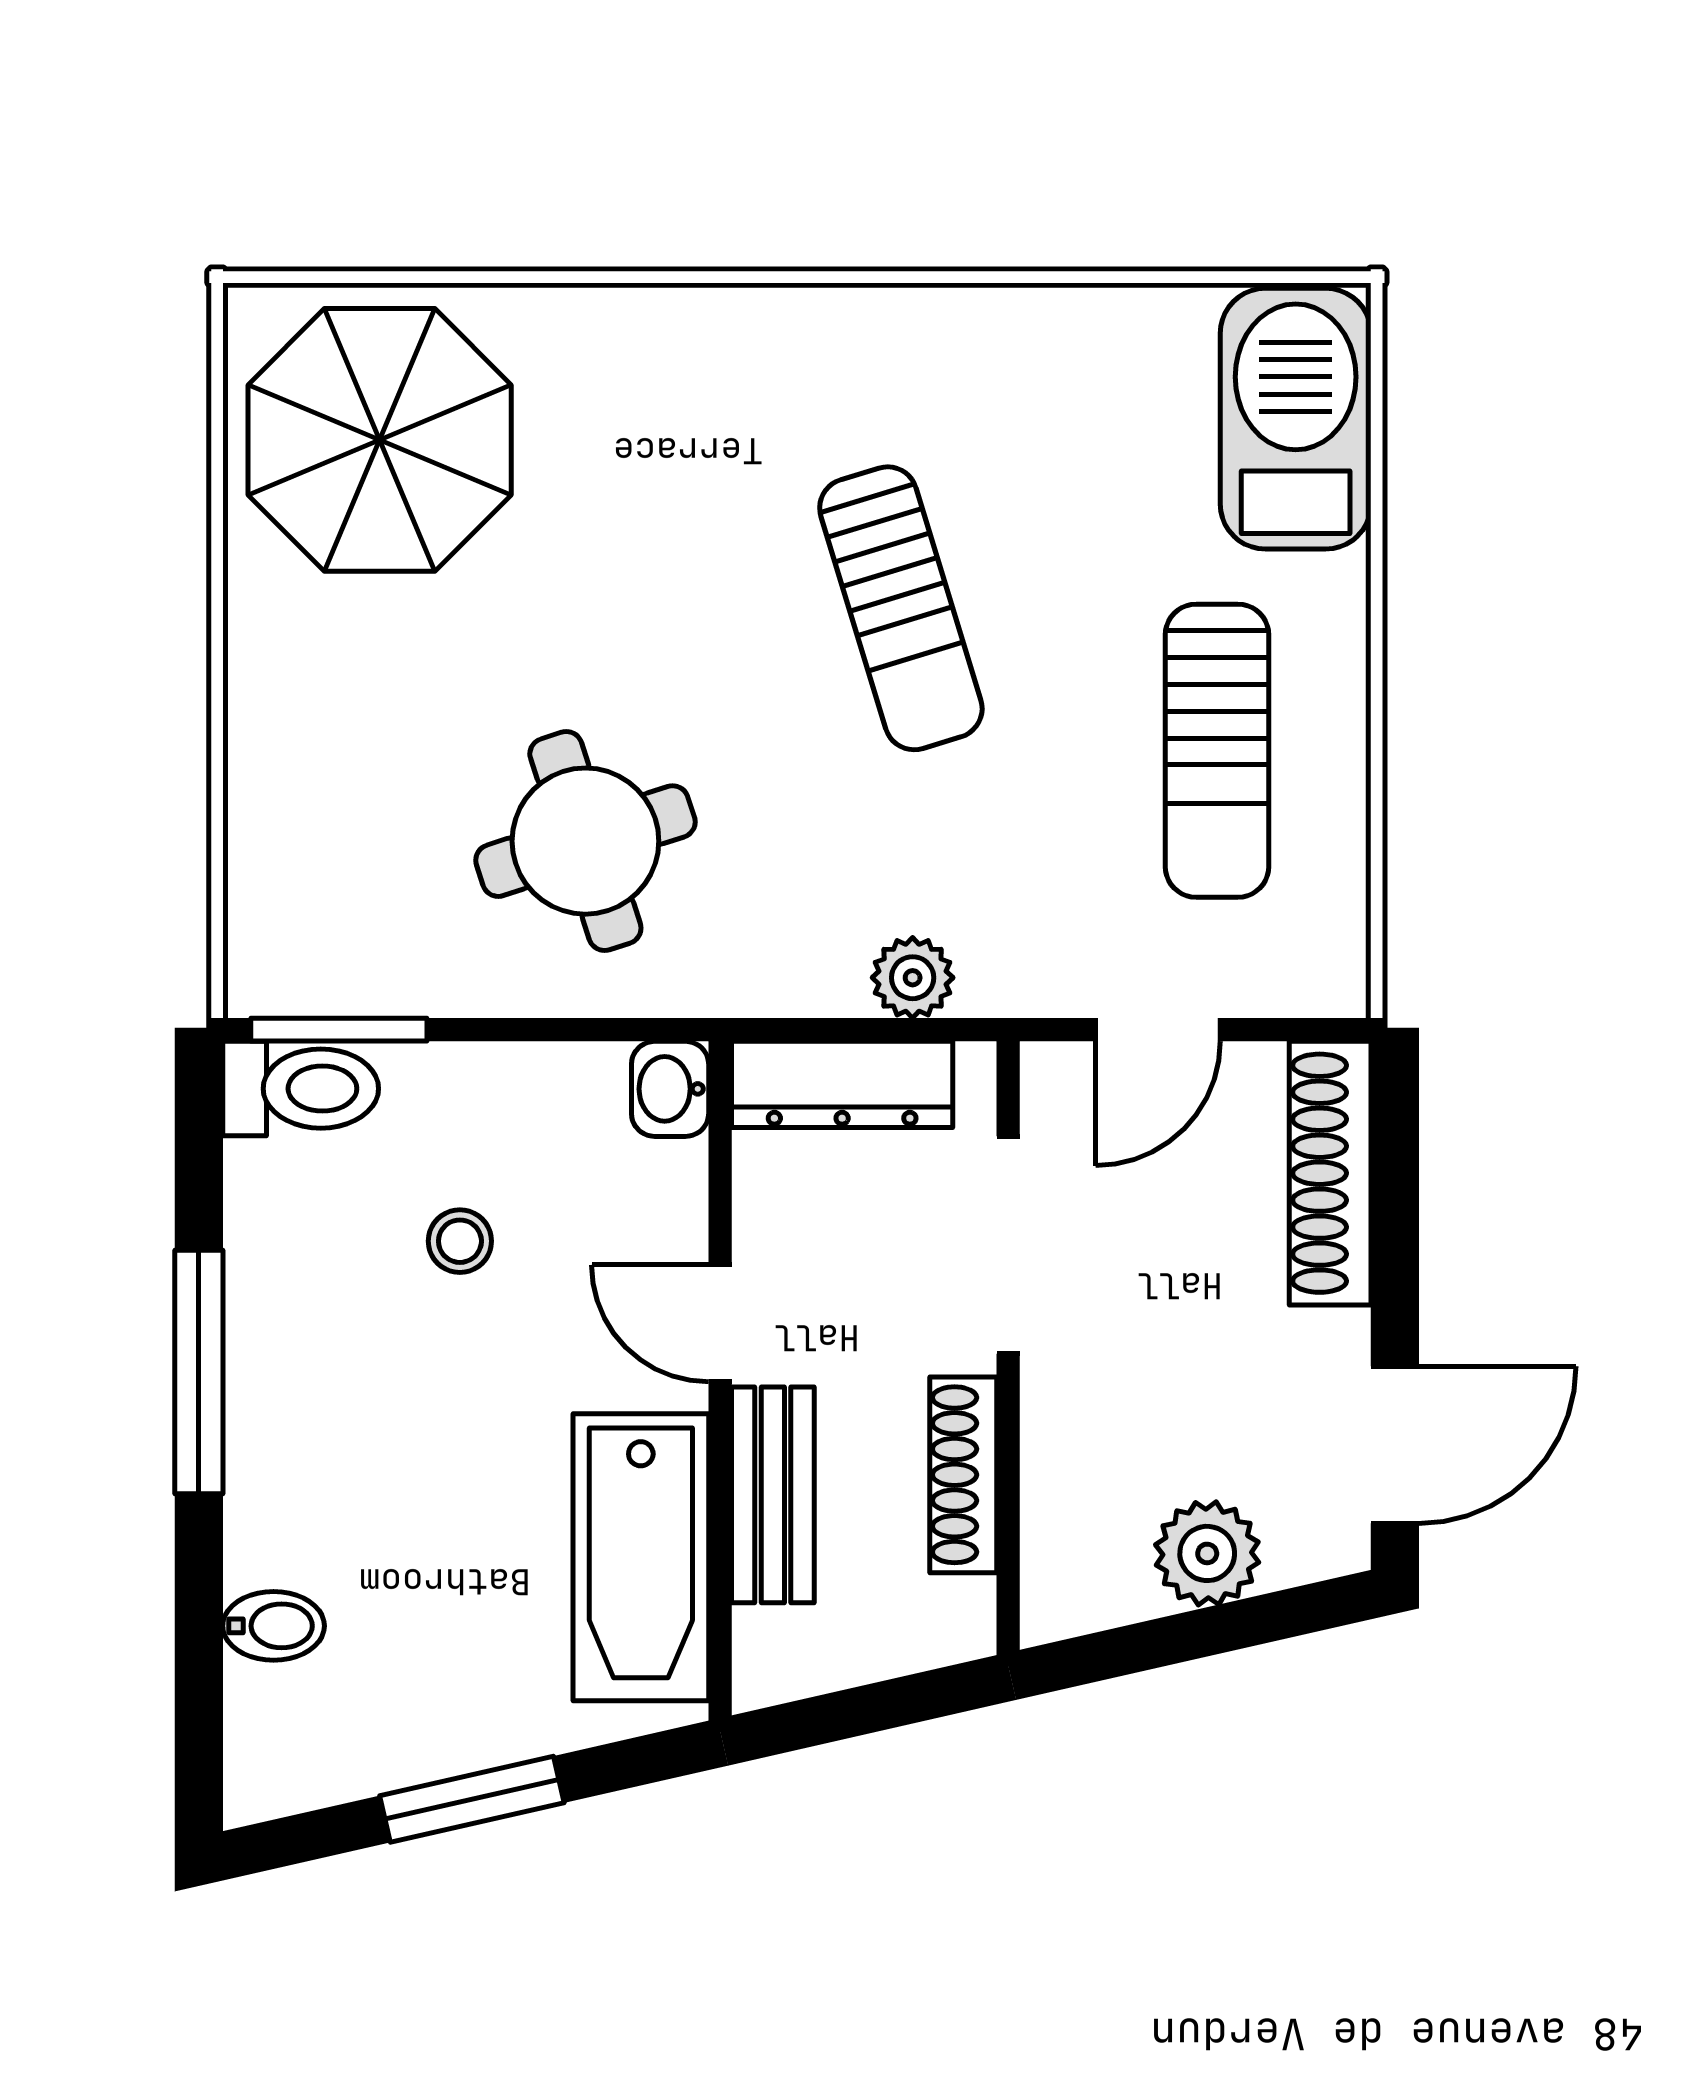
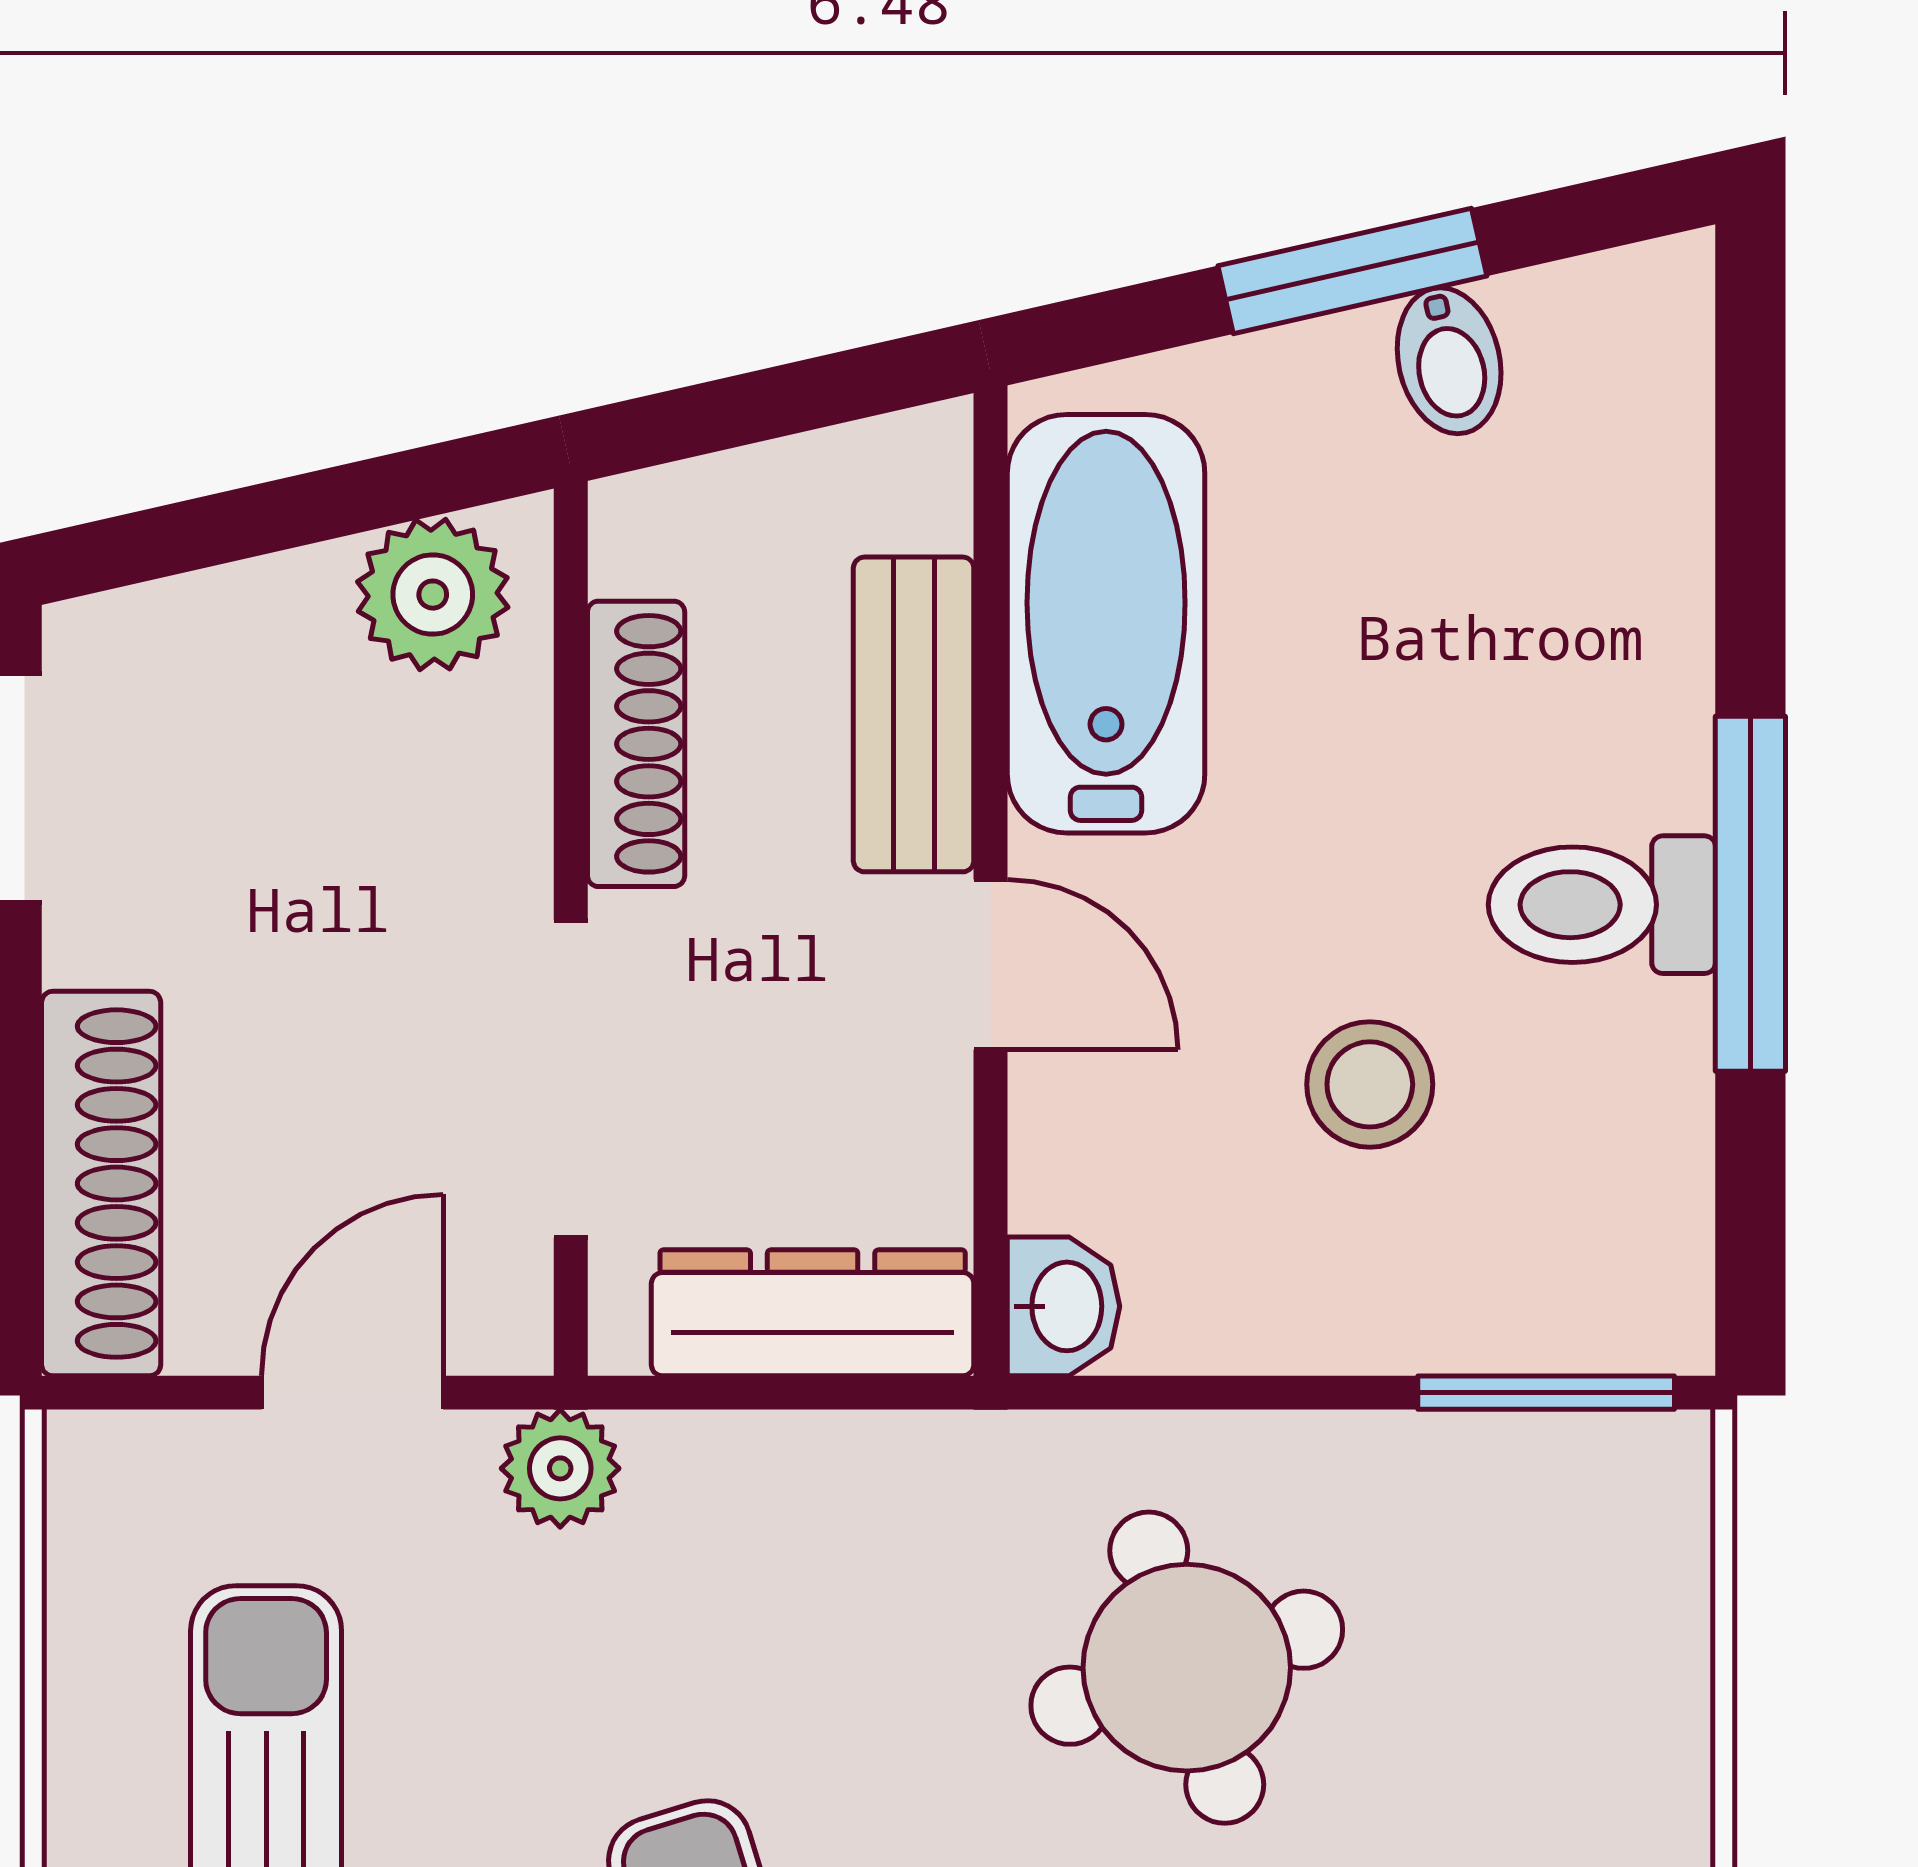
plant: (913, 978) -> (560, 1468), moved
toilet: (301, 1089) -> (1602, 905), moved
stool: (460, 1241) -> (1370, 1084), width x1.37, depth x1.37
plant: (1207, 1553) -> (433, 595), moved
bidet: (274, 1626) -> (1449, 361), moved, turned -103

